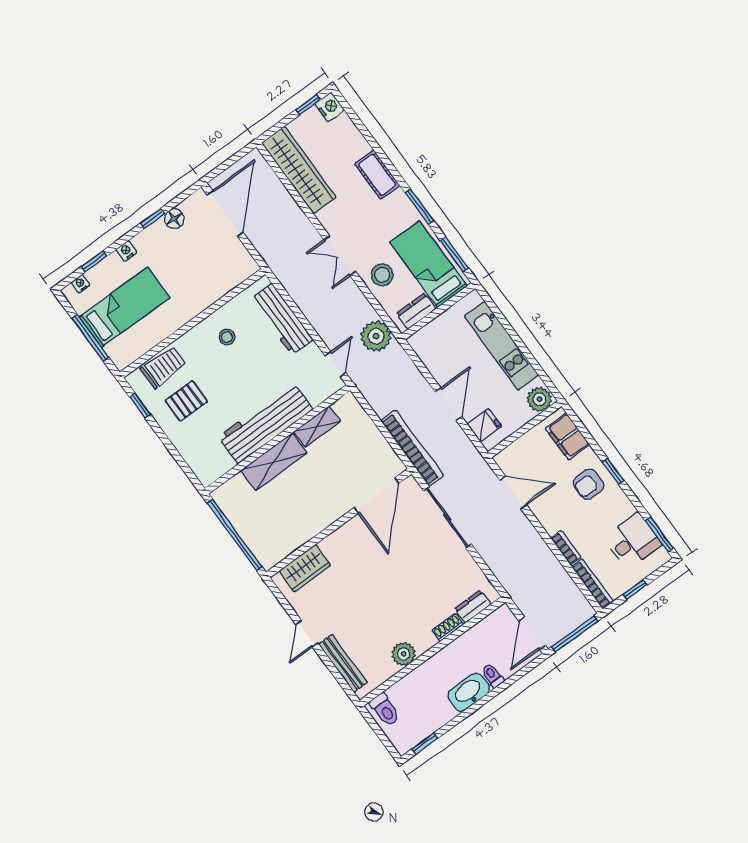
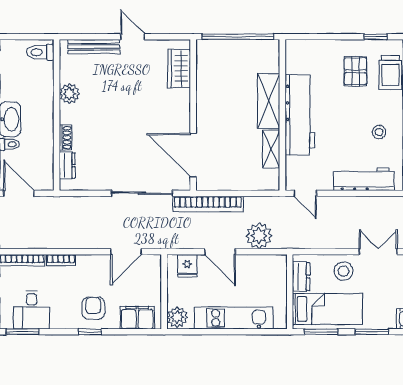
plant: (376, 336) -> (259, 236), moved

